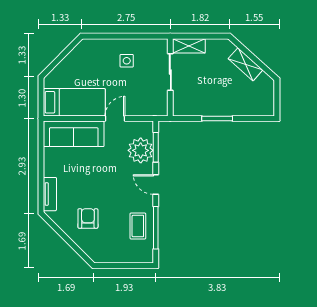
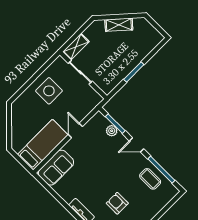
side table: (127, 61) -> (49, 91), width x1.87, depth x1.87
sofa: (74, 134) -> (56, 168), width x0.73
plant: (141, 150) -> (112, 131), width x0.53, depth x0.53

